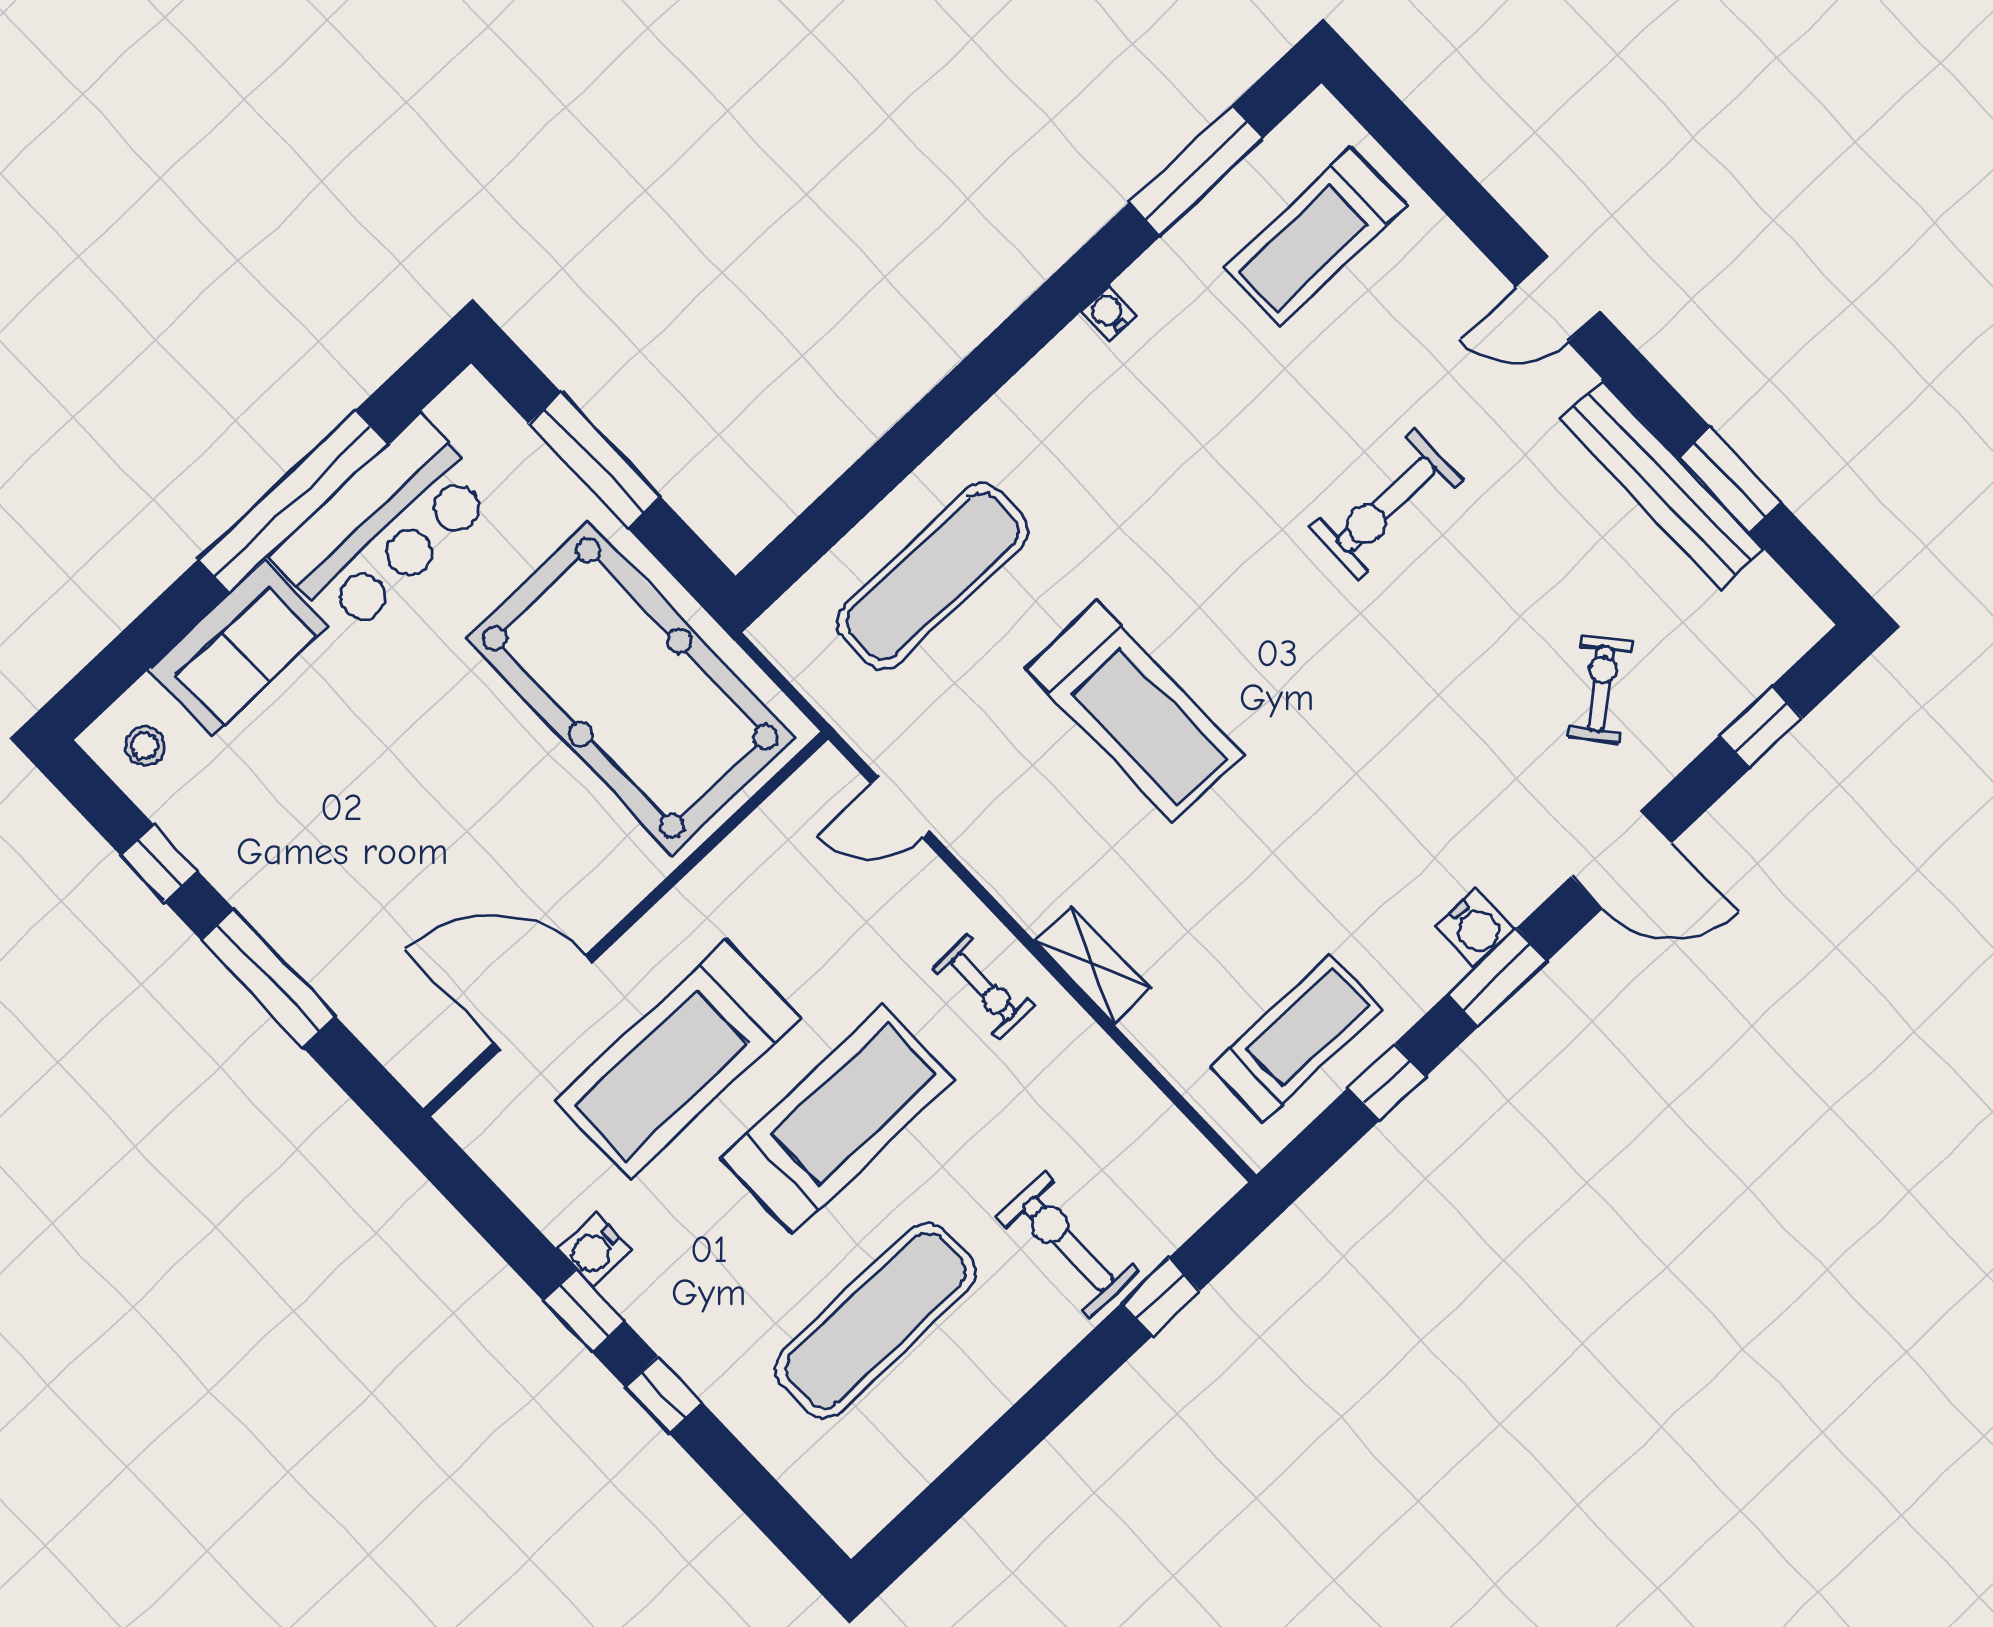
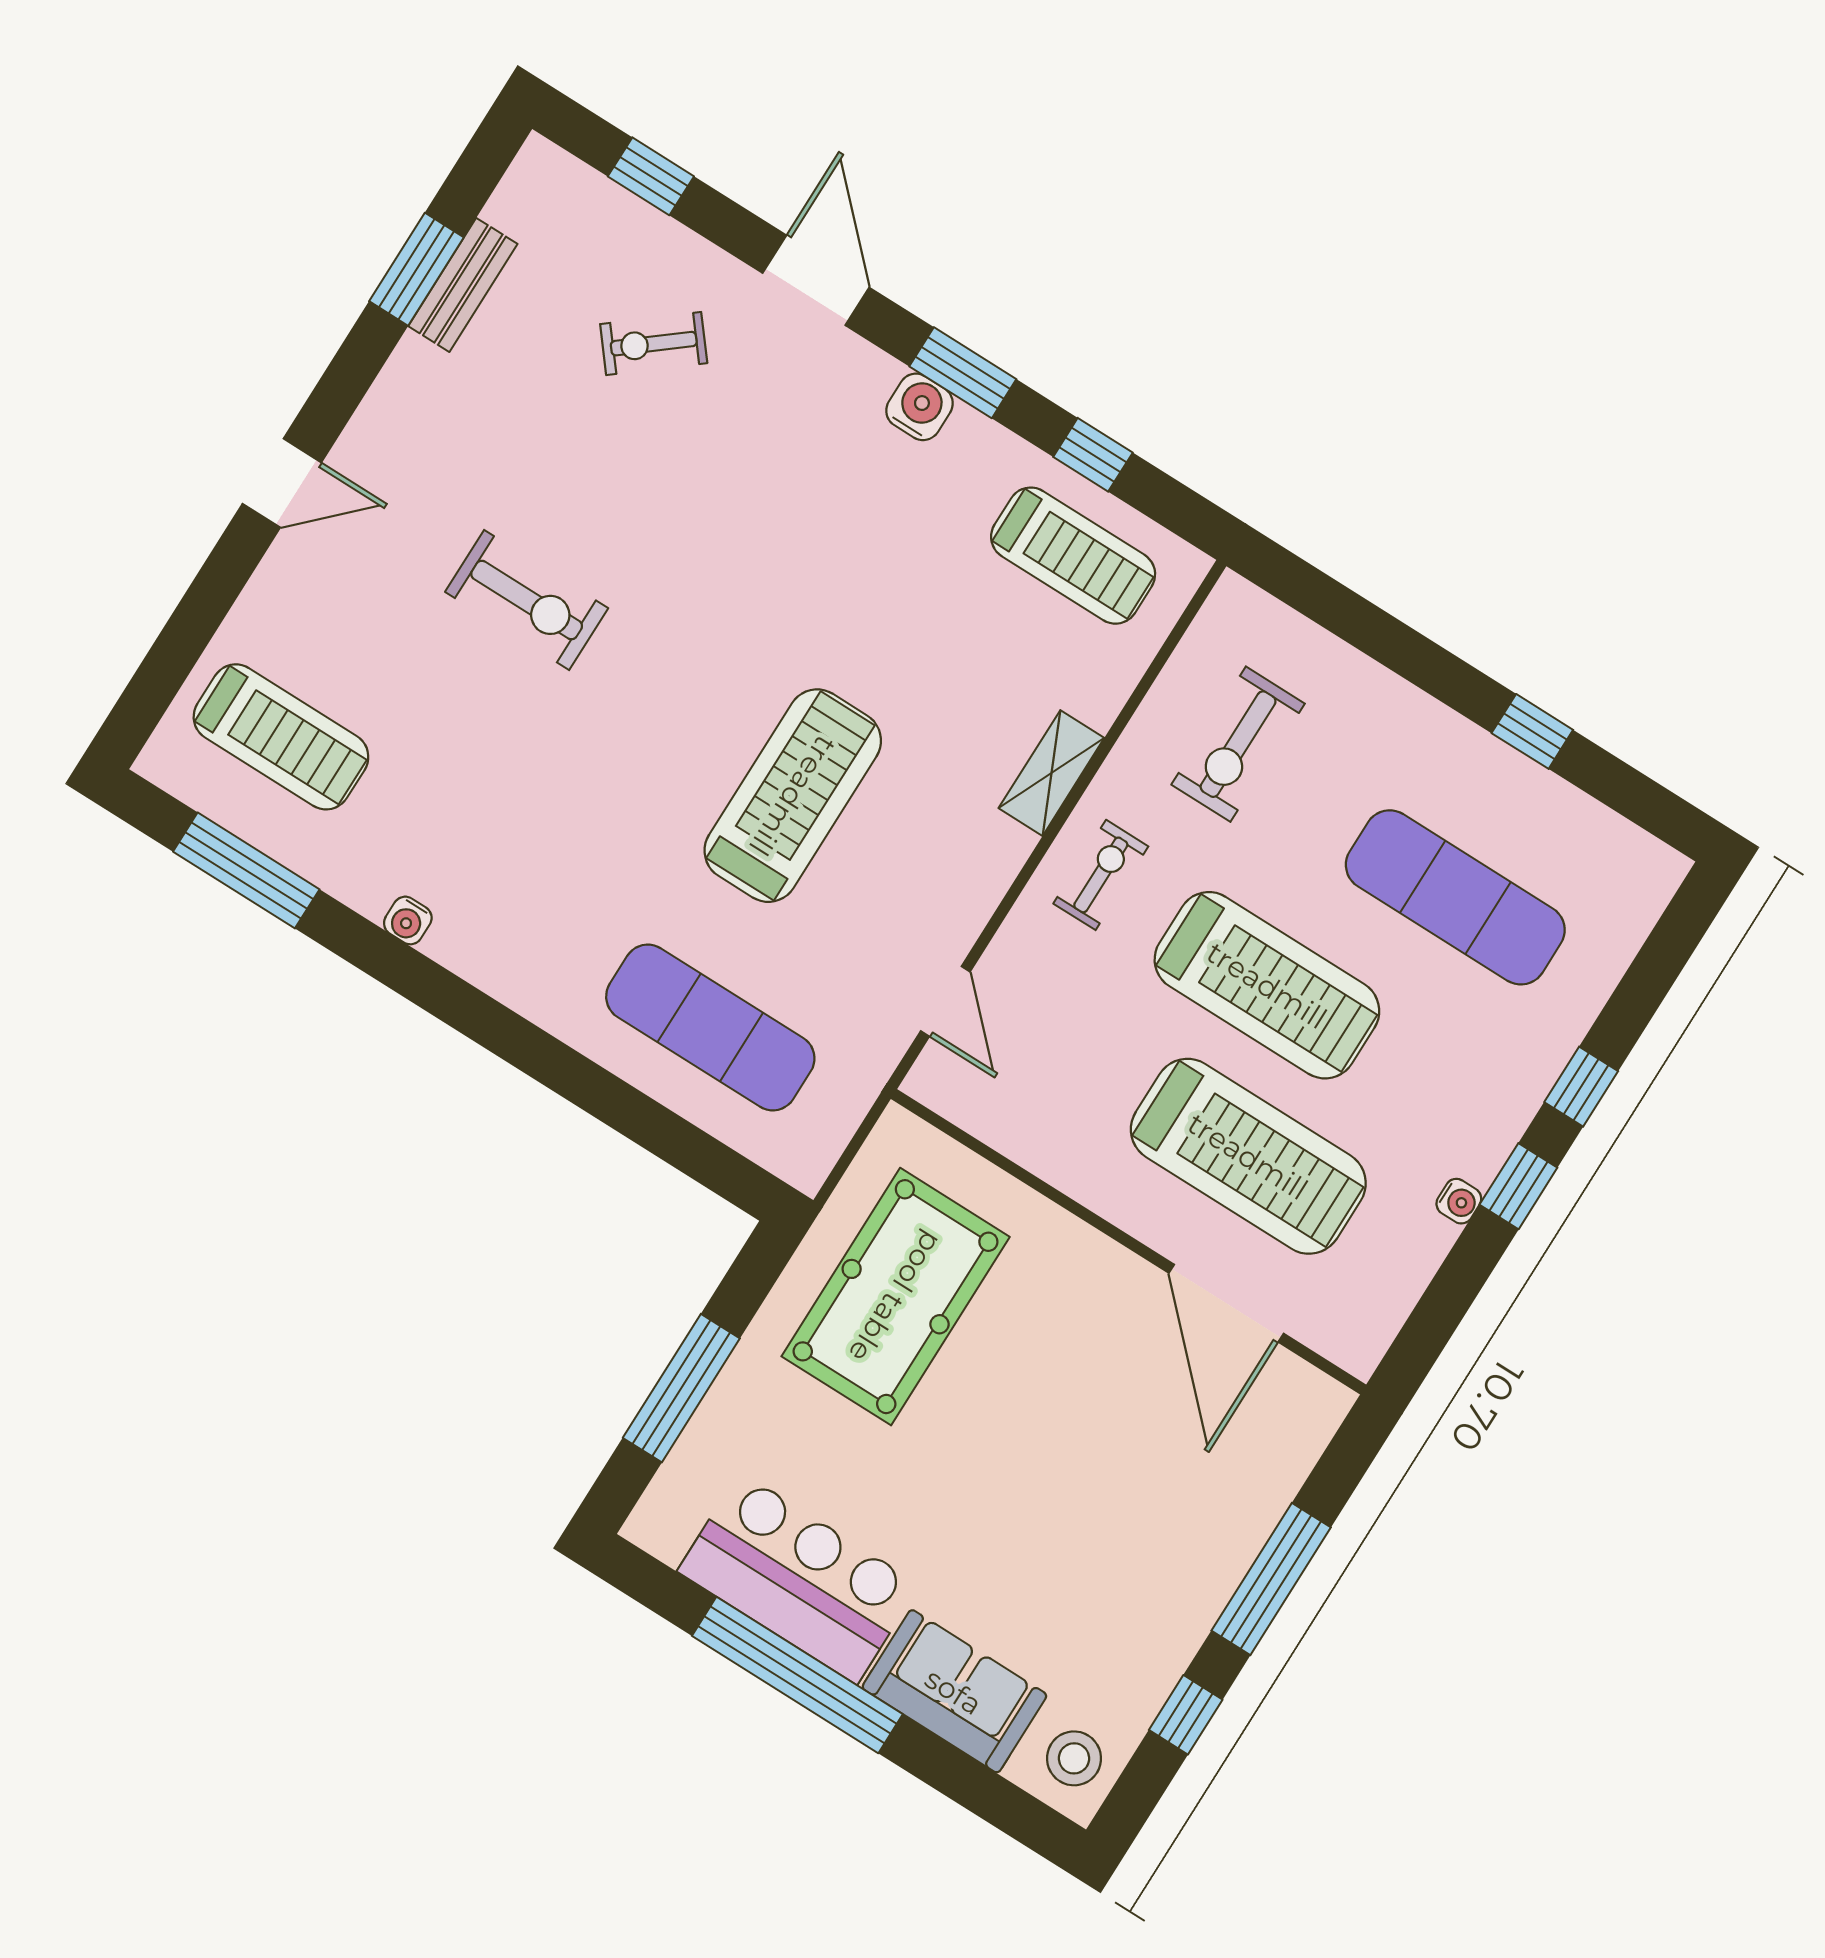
door: (1558, 299) -> (282, 483), hinge flipped
bench: (1662, 484) -> (463, 285), width x0.54, depth x0.82
pool table: (630, 688) -> (896, 1297), width x0.73, depth x0.76
stool: (145, 746) -> (1074, 1758), width x1.37, depth x1.37
treadmill: (1296, 1038) -> (1073, 556), turned 180
treadmill: (837, 1119) -> (1267, 985), turned 180
exercise bike: (1068, 1244) -> (1238, 744), moved
water cooler: (594, 1250) -> (1459, 1201), width x0.72, depth x0.72
window: (1160, 1297) -> (1532, 731), moved

